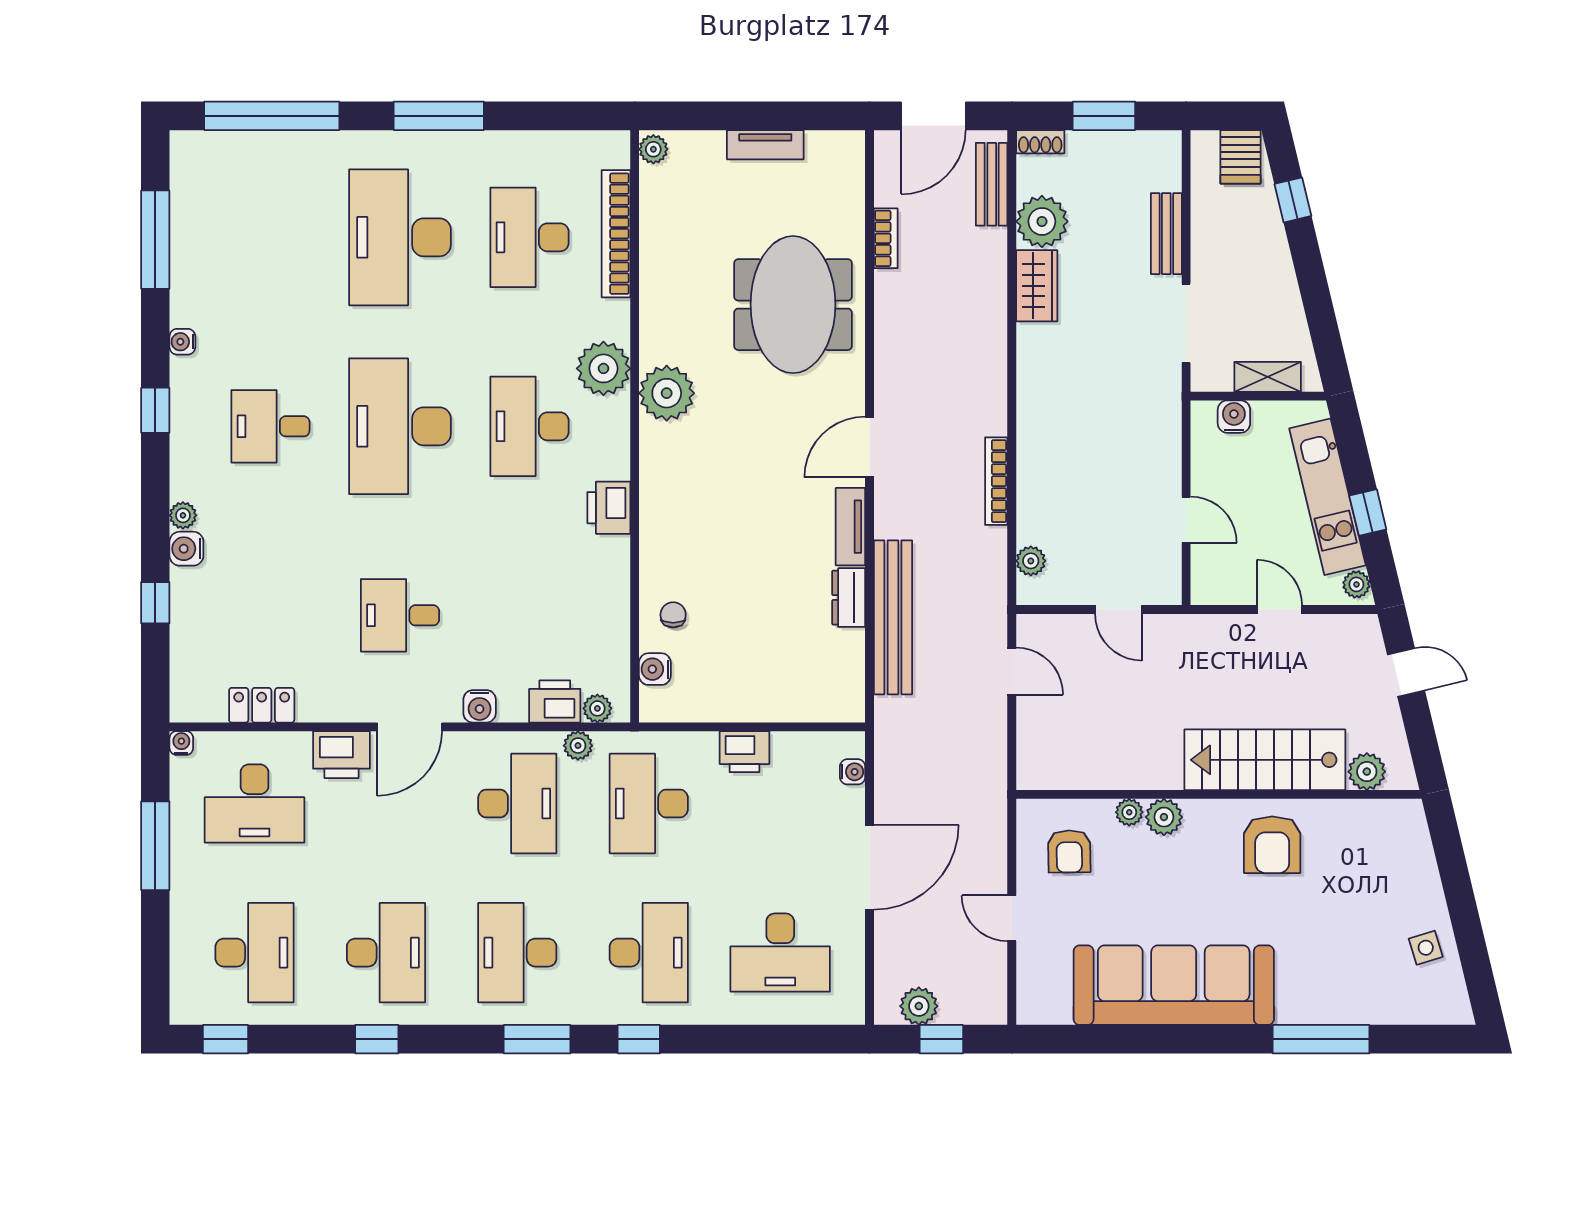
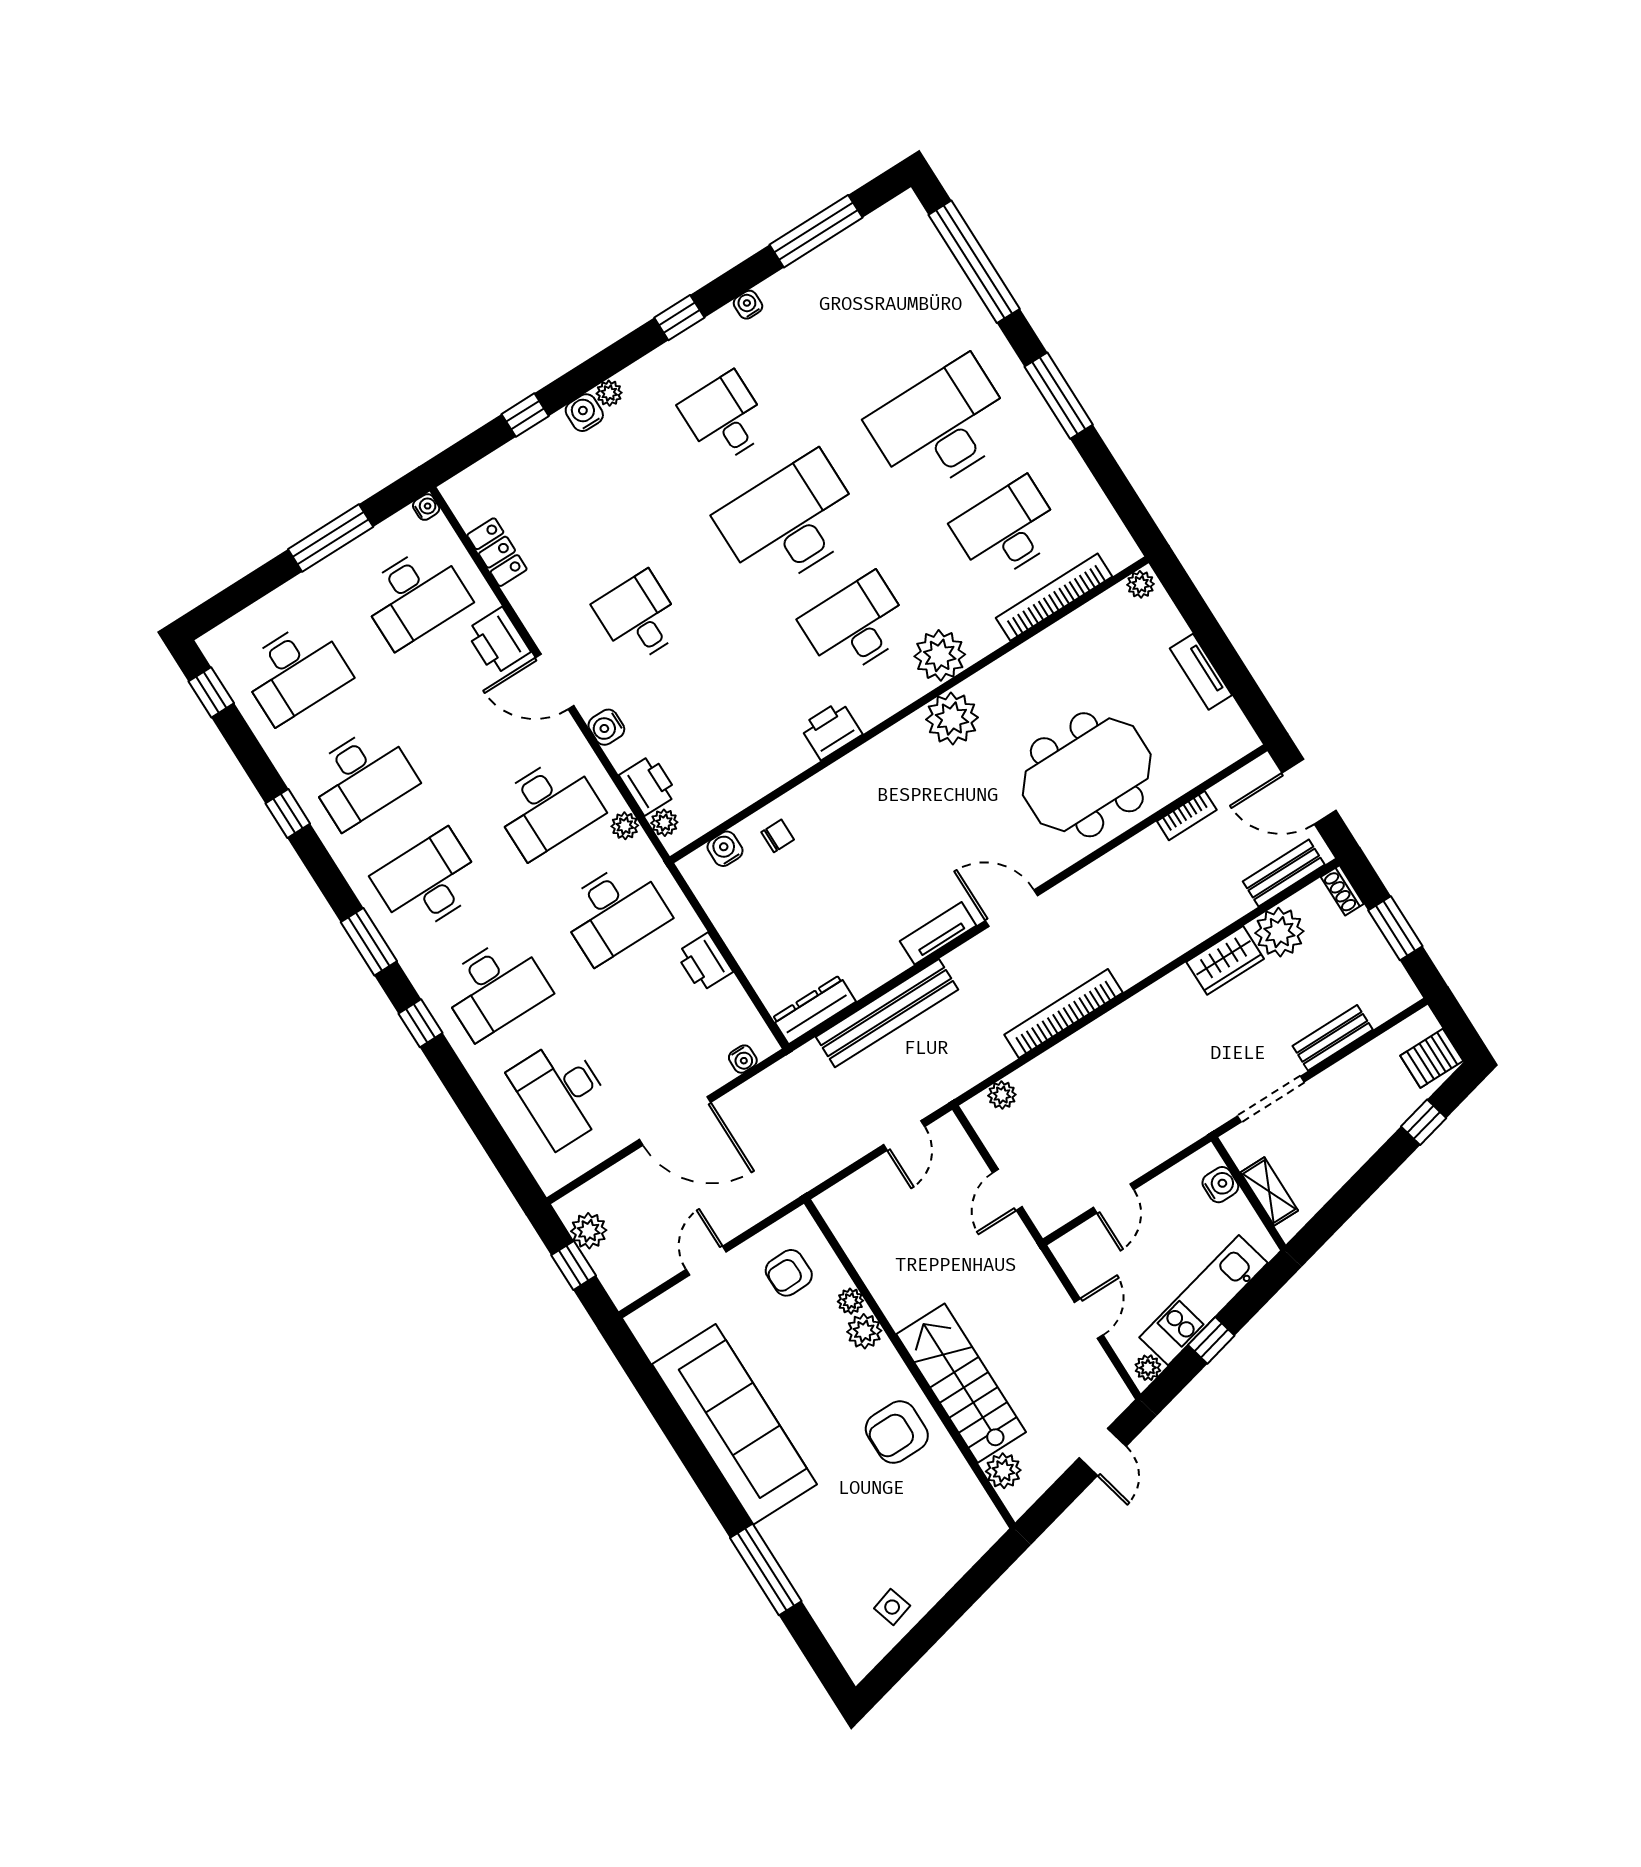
bookcase: (996, 481) -> (1063, 1014), width x1.48, depth x1.31
dresser: (849, 598) -> (814, 1010), moved, width x1.44
desk: (254, 804) -> (415, 596), turned -90
desk: (649, 804) -> (614, 912), turned 180

